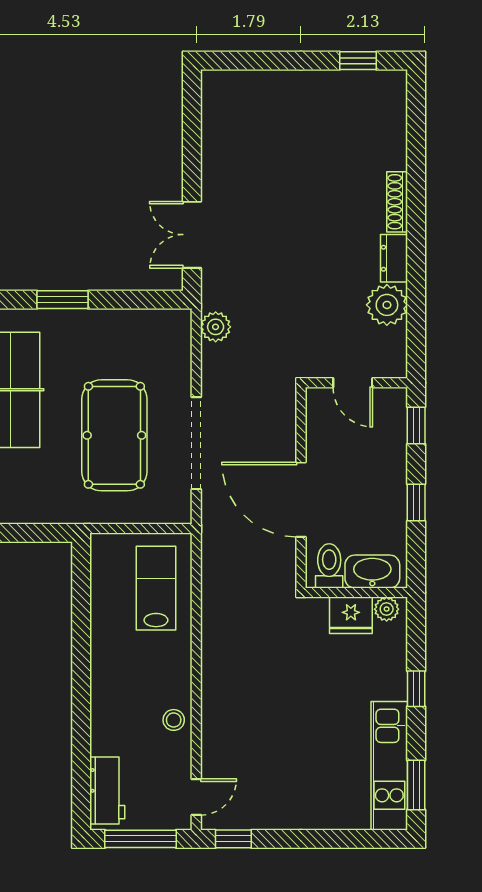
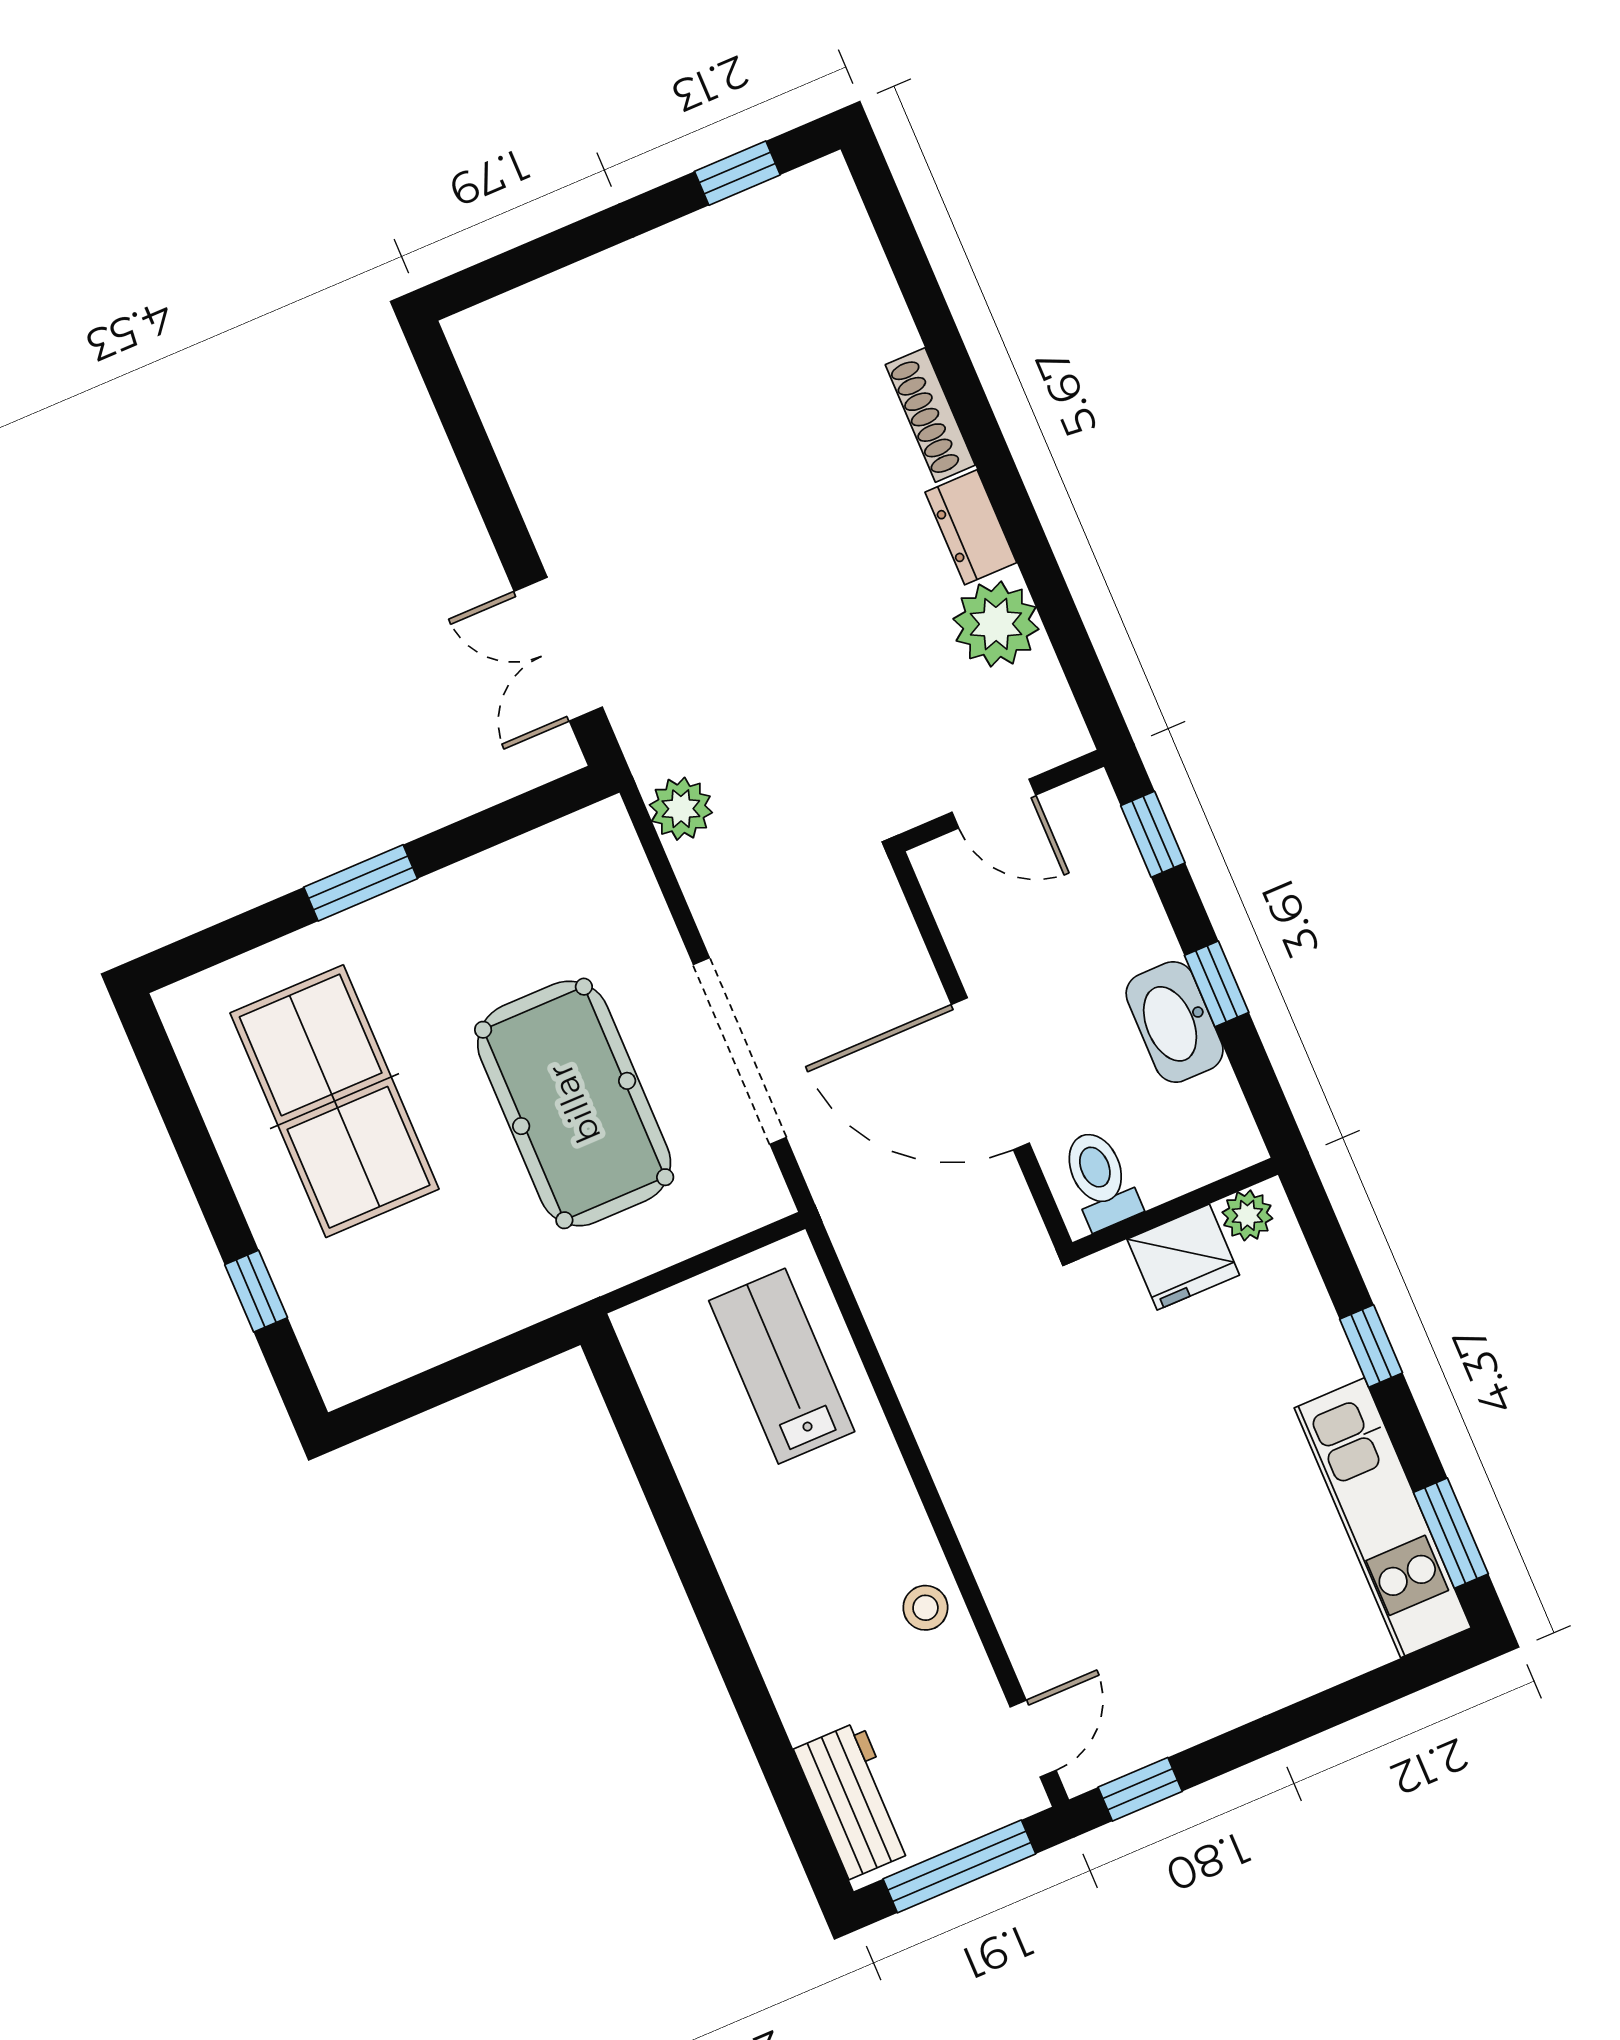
washbasin: (372, 572) -> (1175, 1022), moved, turned -90

